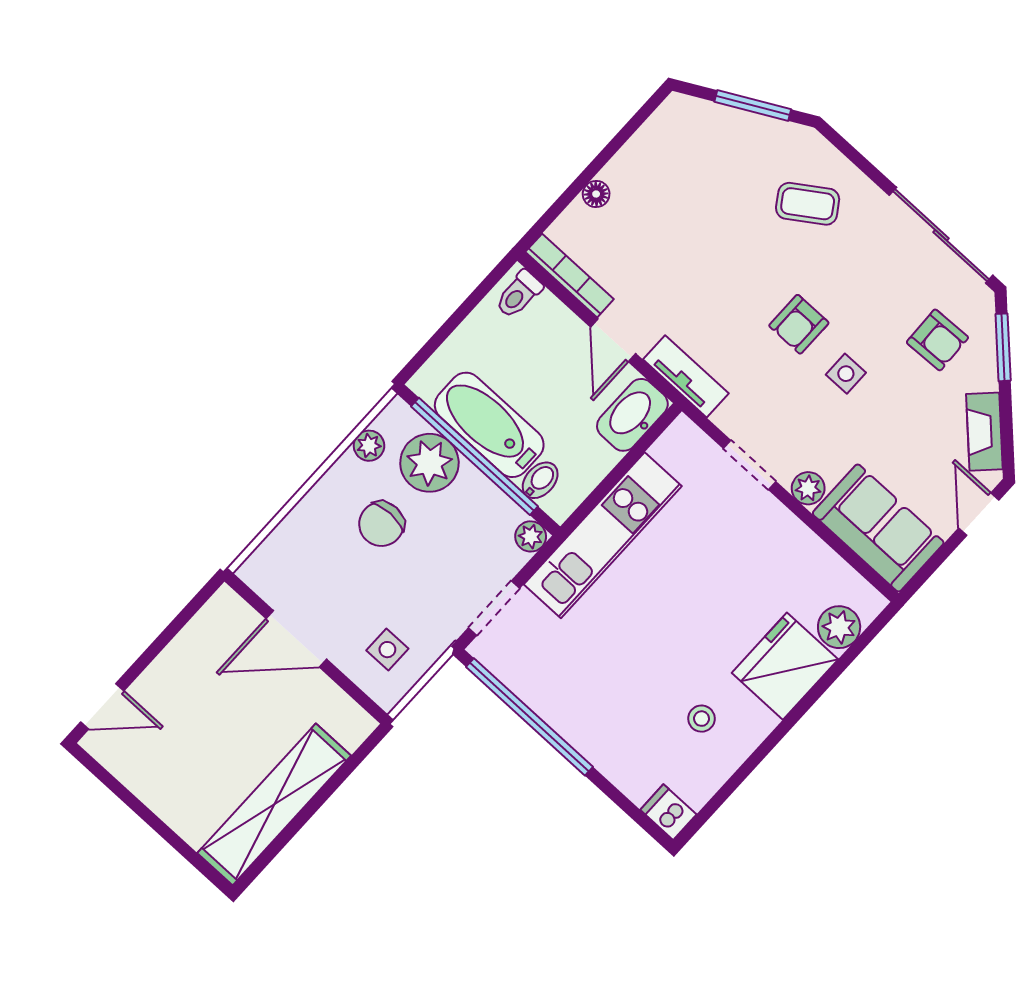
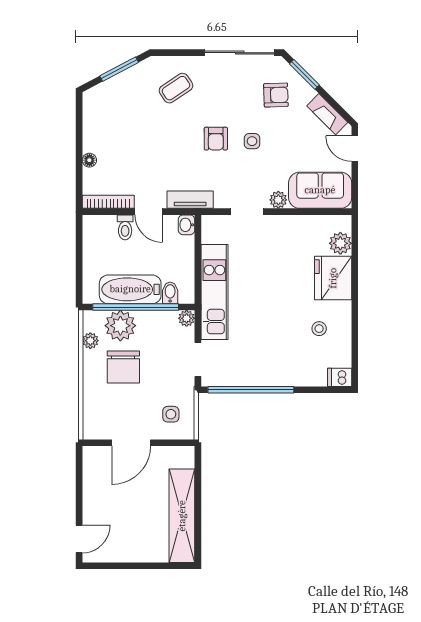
toilet: (519, 294) -> (125, 227), moved
washbasin: (632, 415) -> (187, 225), width x0.52, depth x0.69
chair: (381, 524) -> (123, 367), width x1.37, depth x1.37

